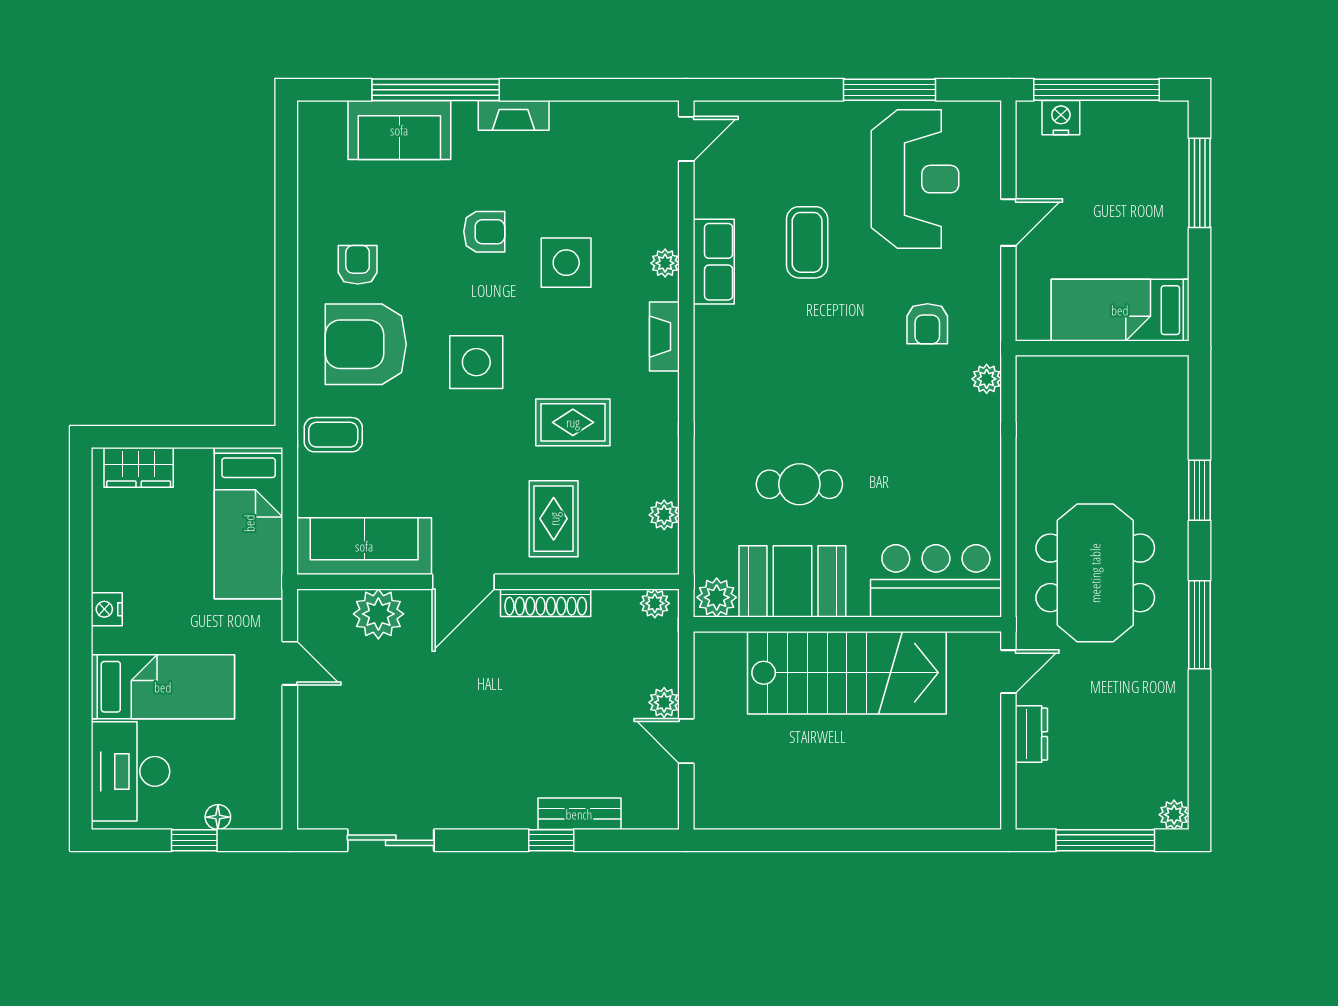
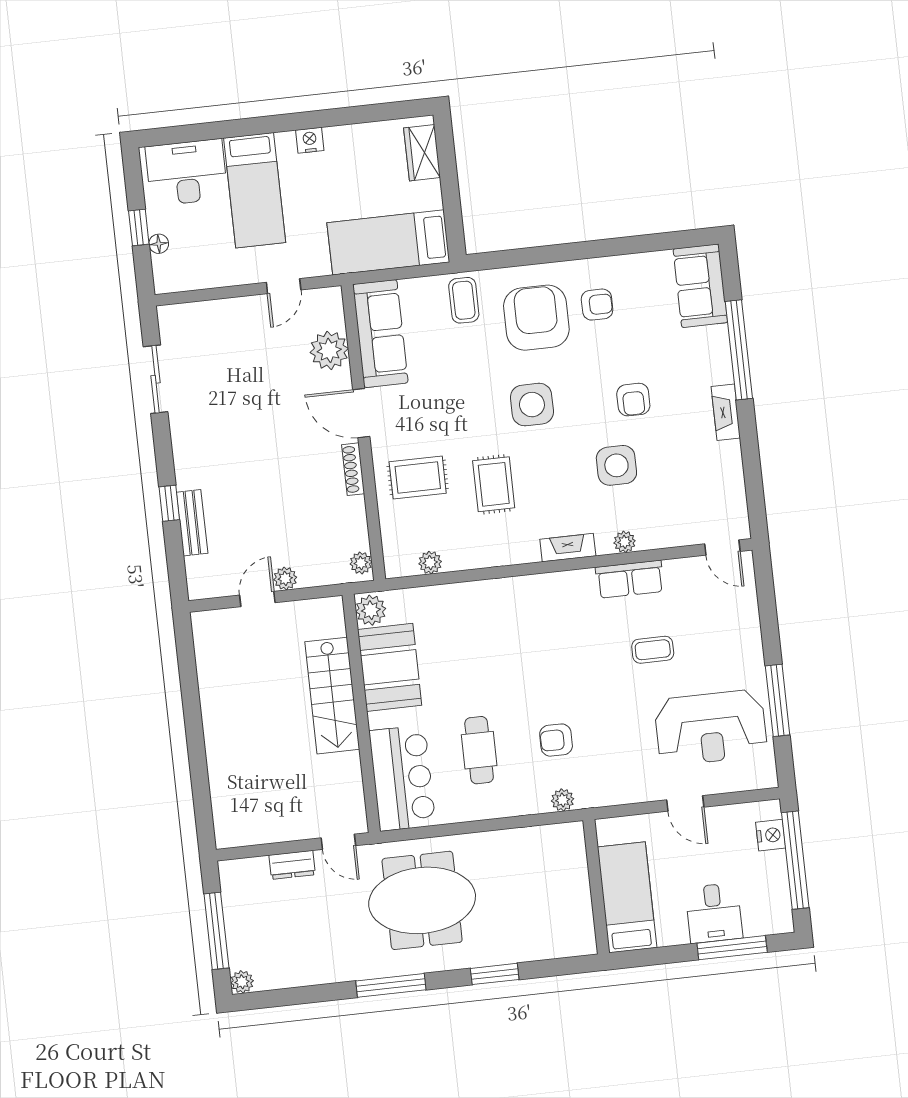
sofa: (399, 130) -> (700, 286), moved
desk: (1153, 201) -> (714, 913), added
coffee table: (807, 242) -> (653, 650), width x0.73, depth x0.77
armchair: (927, 324) -> (556, 740), moved
cafe table: (799, 484) -> (479, 750), moved
shoe rack: (546, 603) -> (353, 469), width x0.74, depth x0.81
stairs: (847, 673) -> (332, 696), width x0.73, depth x0.66

